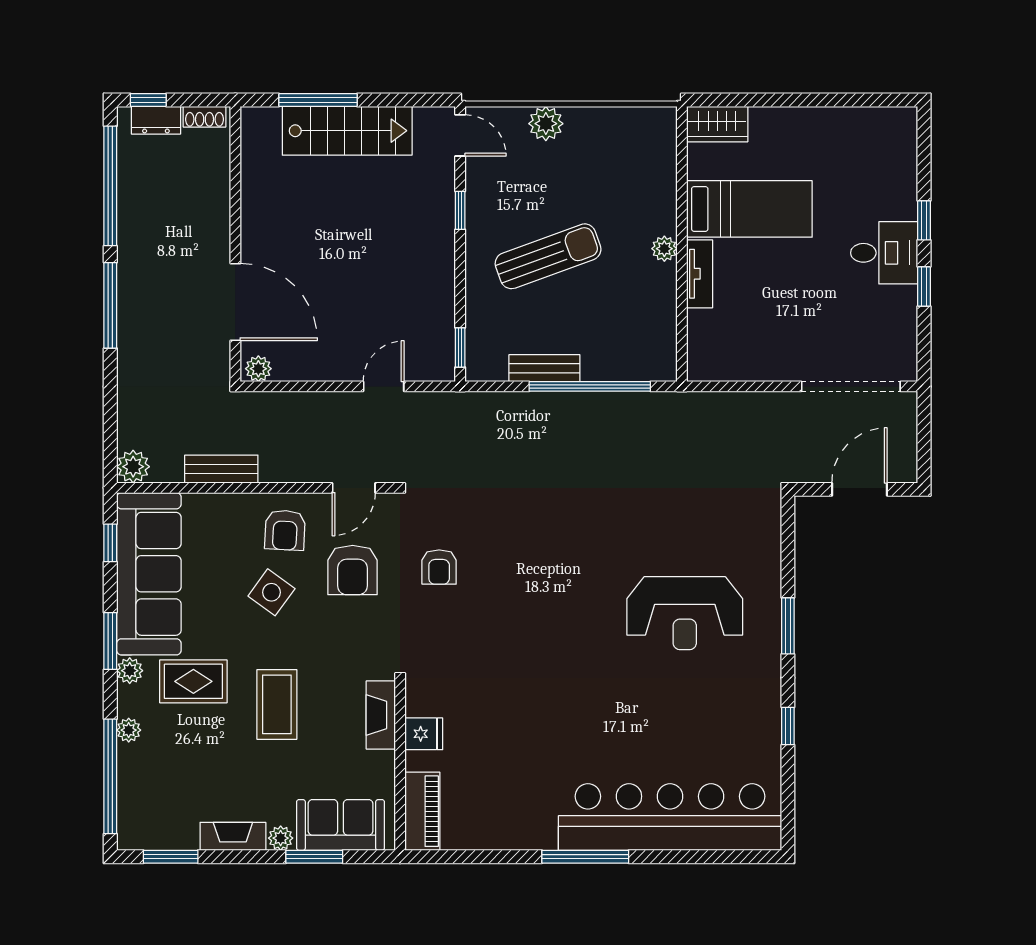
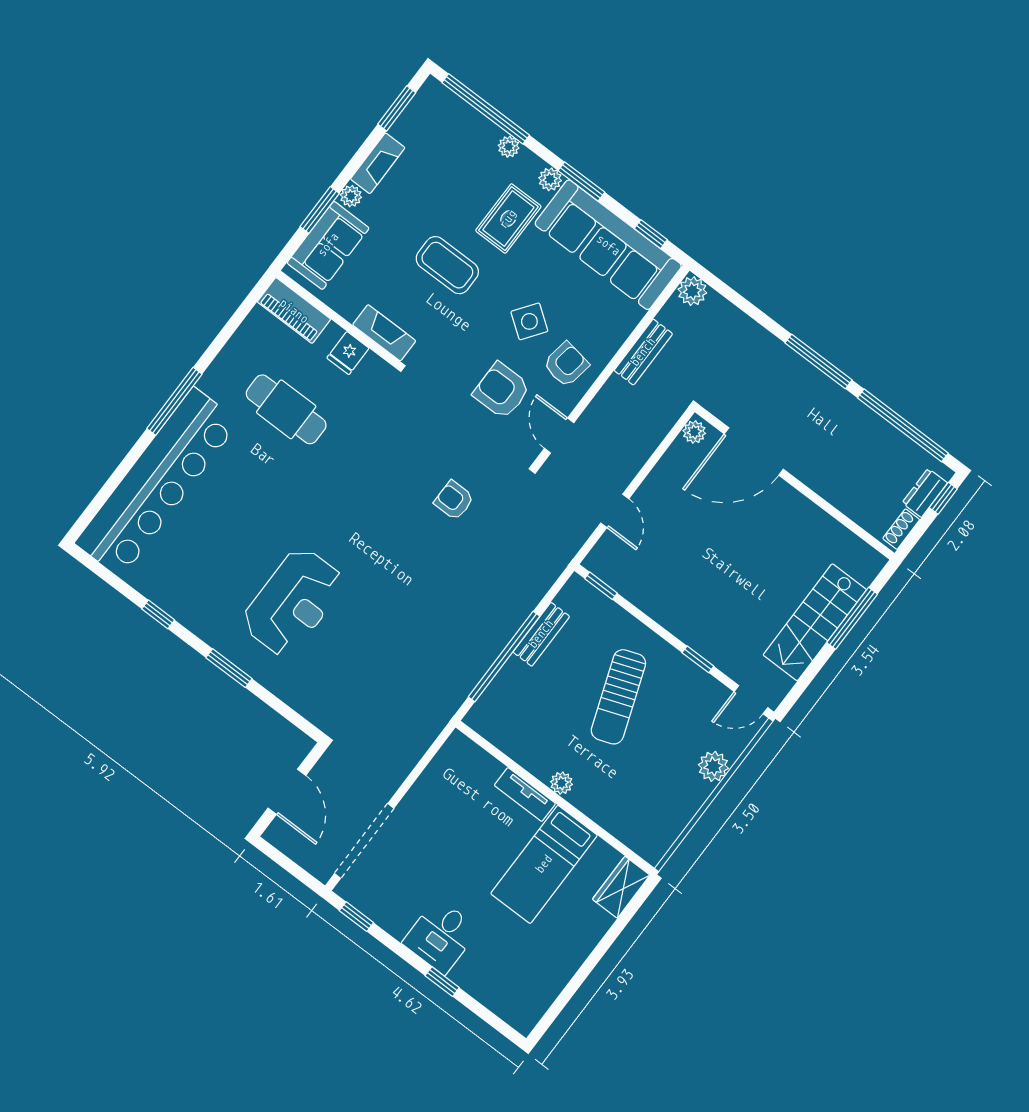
window: (924, 287) -> (356, 917), moved
armchair: (285, 530) -> (566, 364), turned 96
armchair: (439, 567) -> (454, 500), moved
reception desk: (685, 613) -> (293, 602), turned 180
cafe table: (516, 751) -> (286, 409), added

